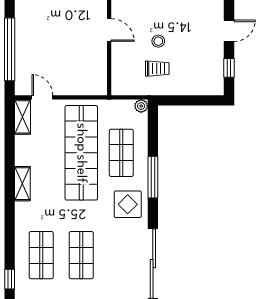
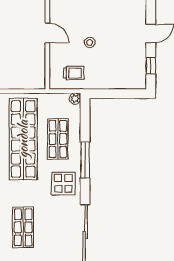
trolley: (157, 69) -> (74, 73), moved

